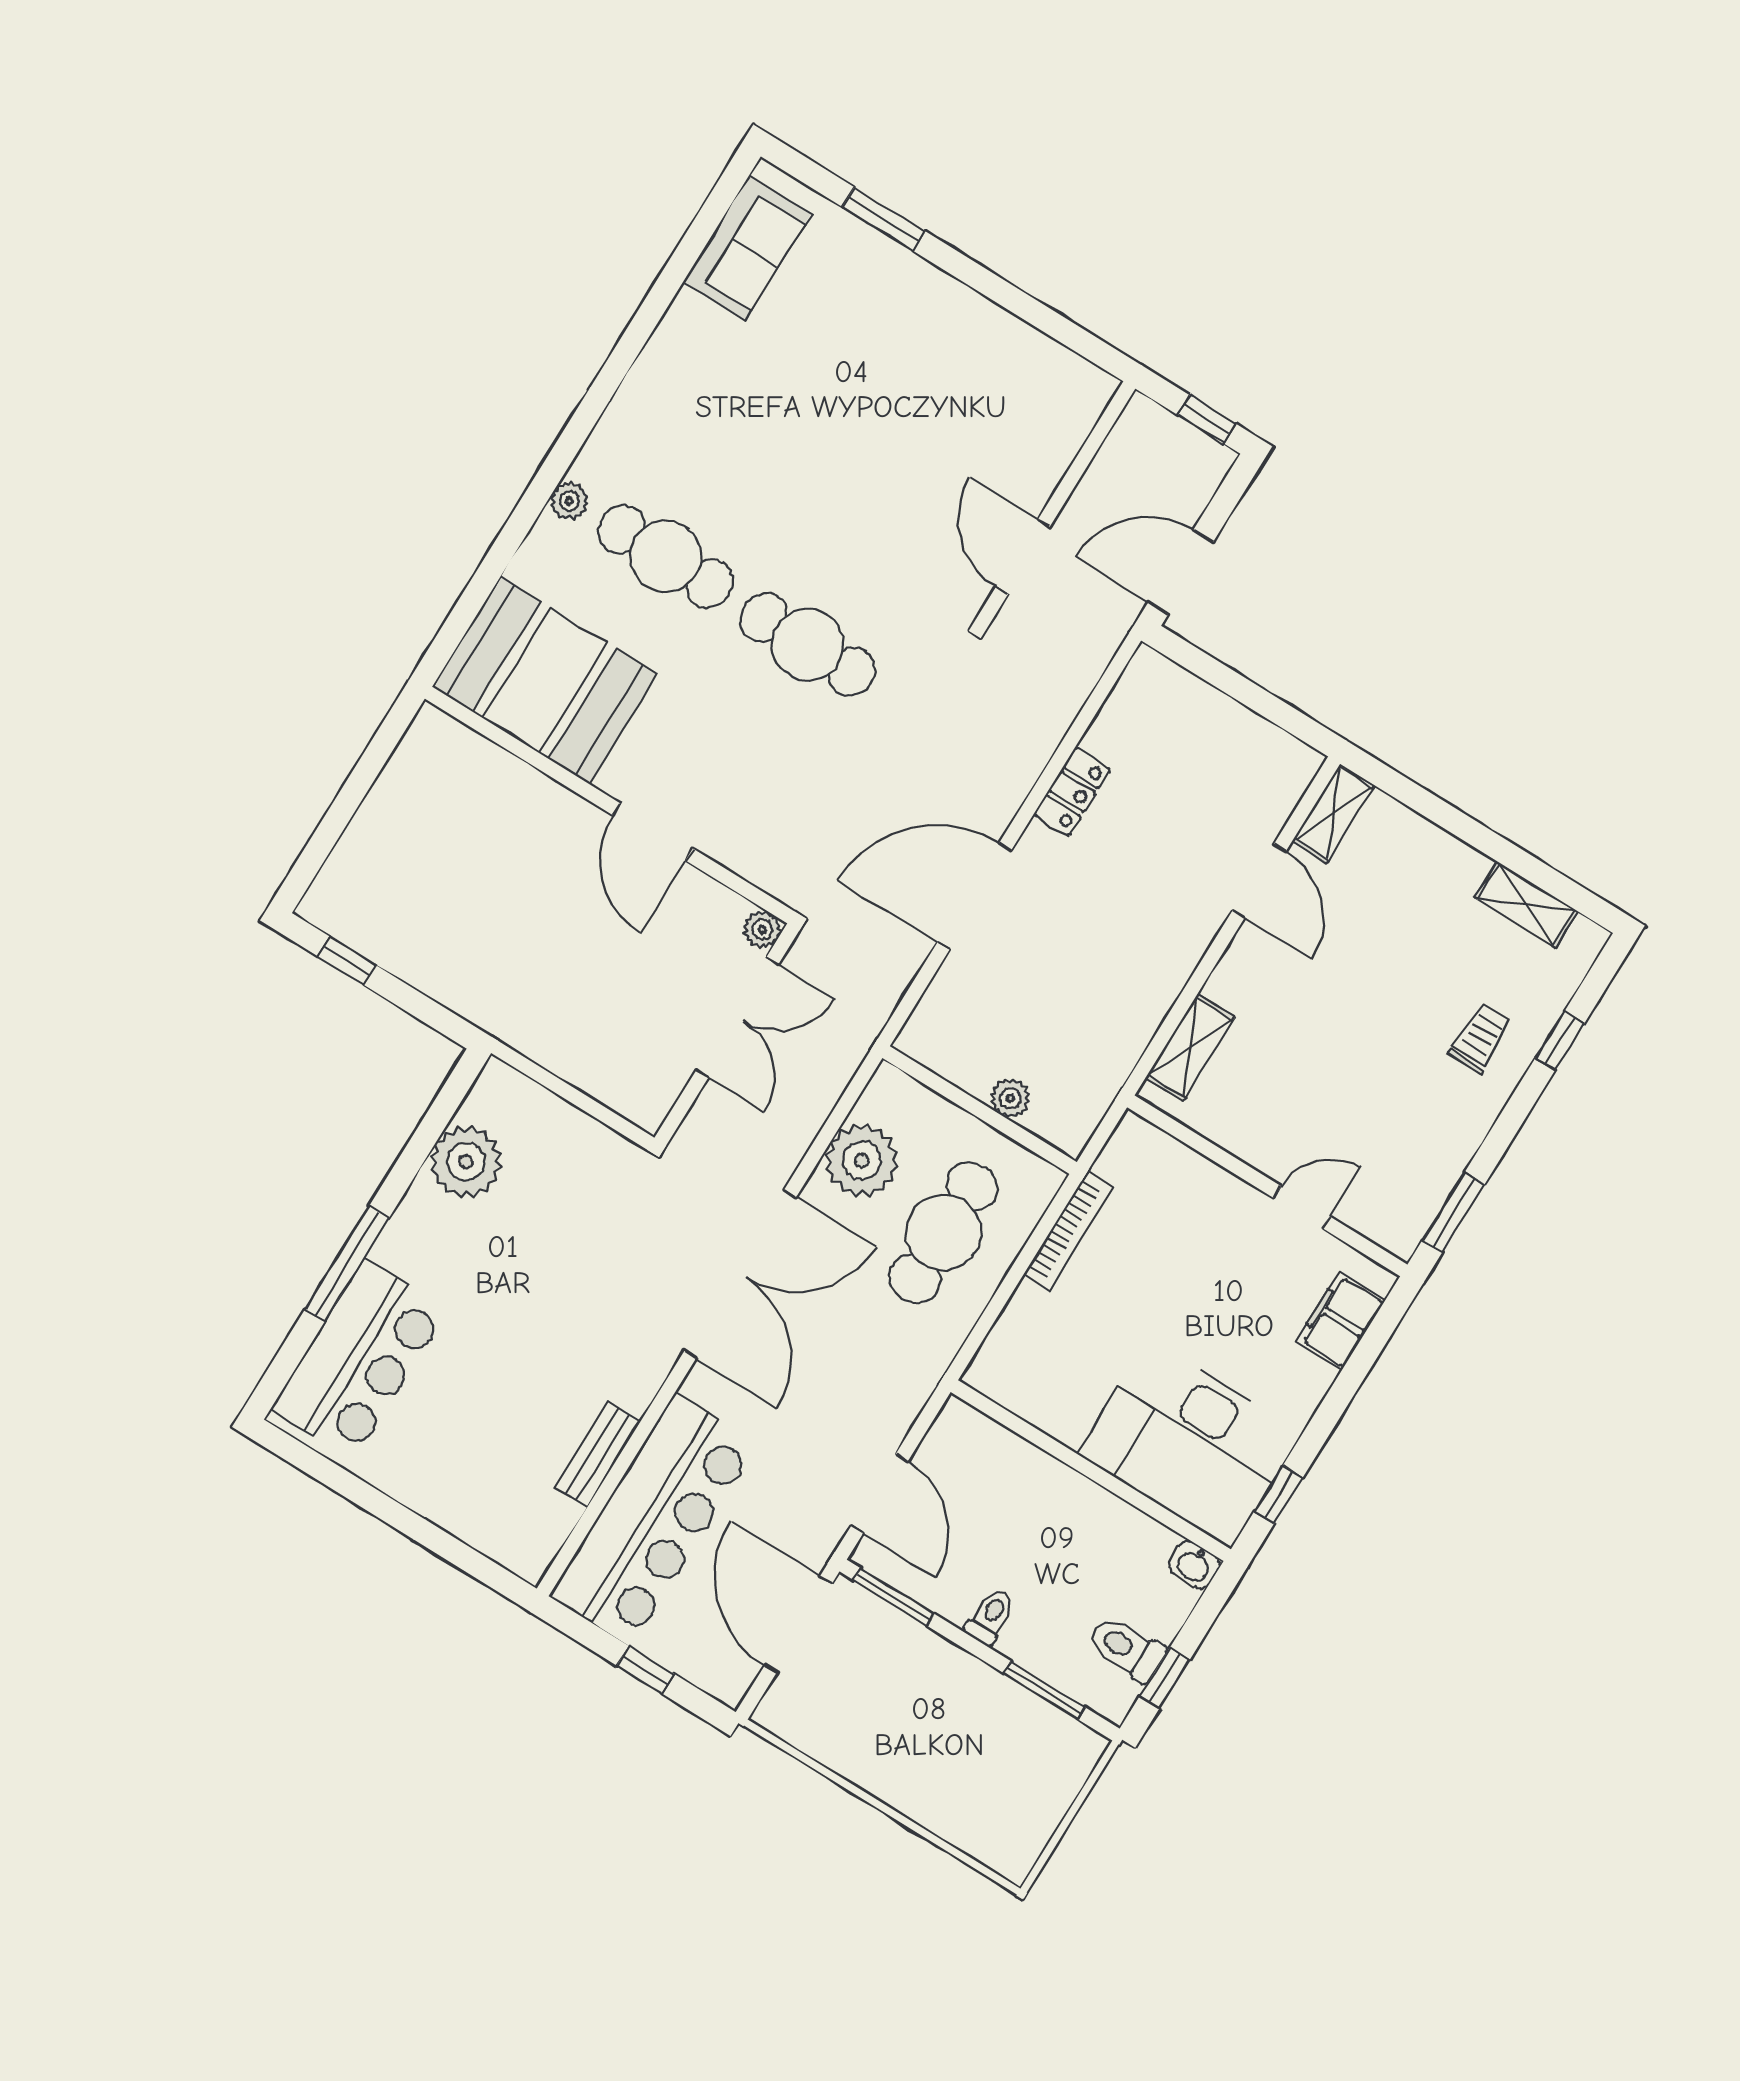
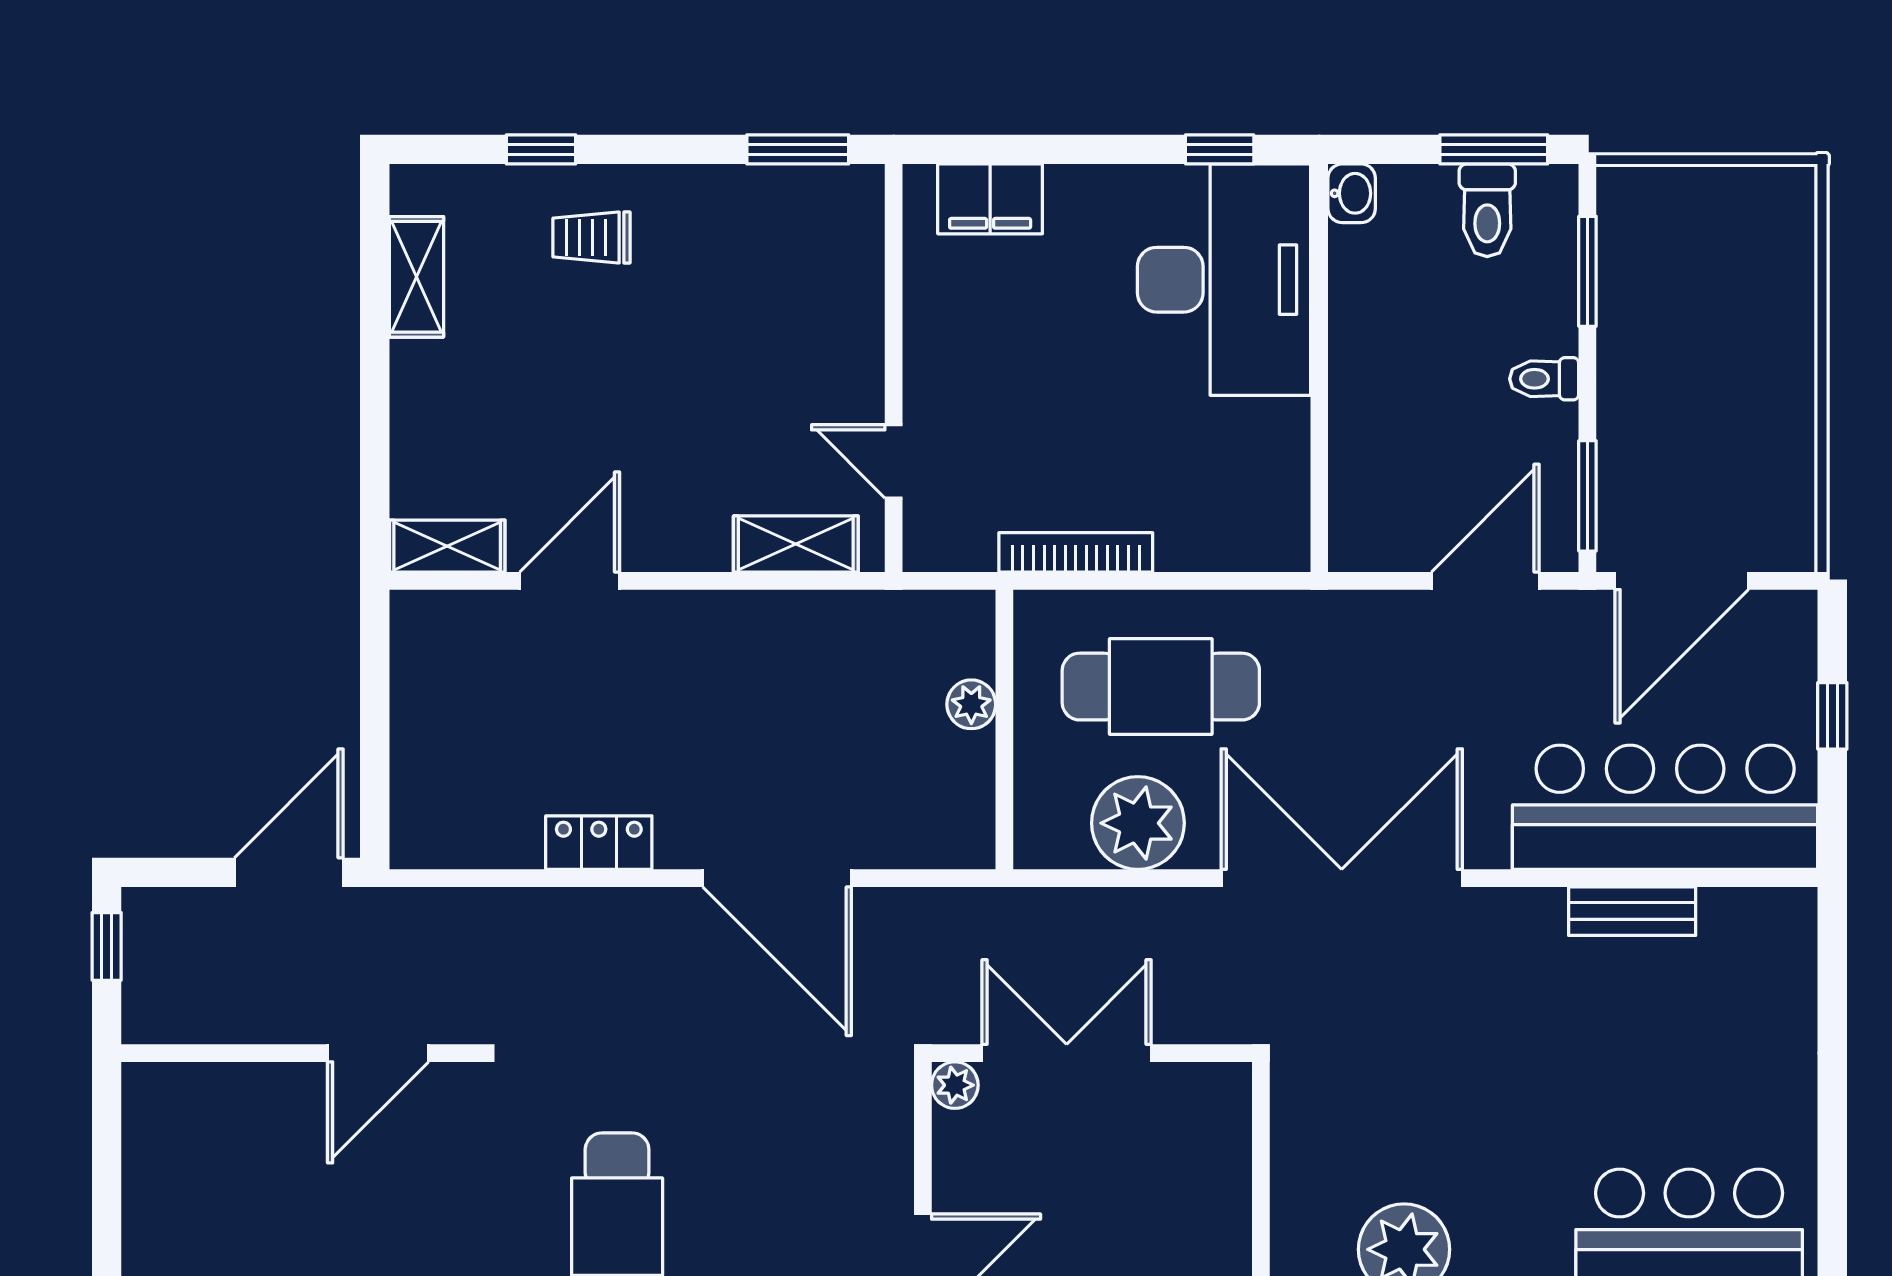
door: (1181, 572) -> (289, 872), swing flipped
door: (1302, 1207) -> (894, 461), moved
window: (1165, 1678) -> (1494, 149), width x1.50

